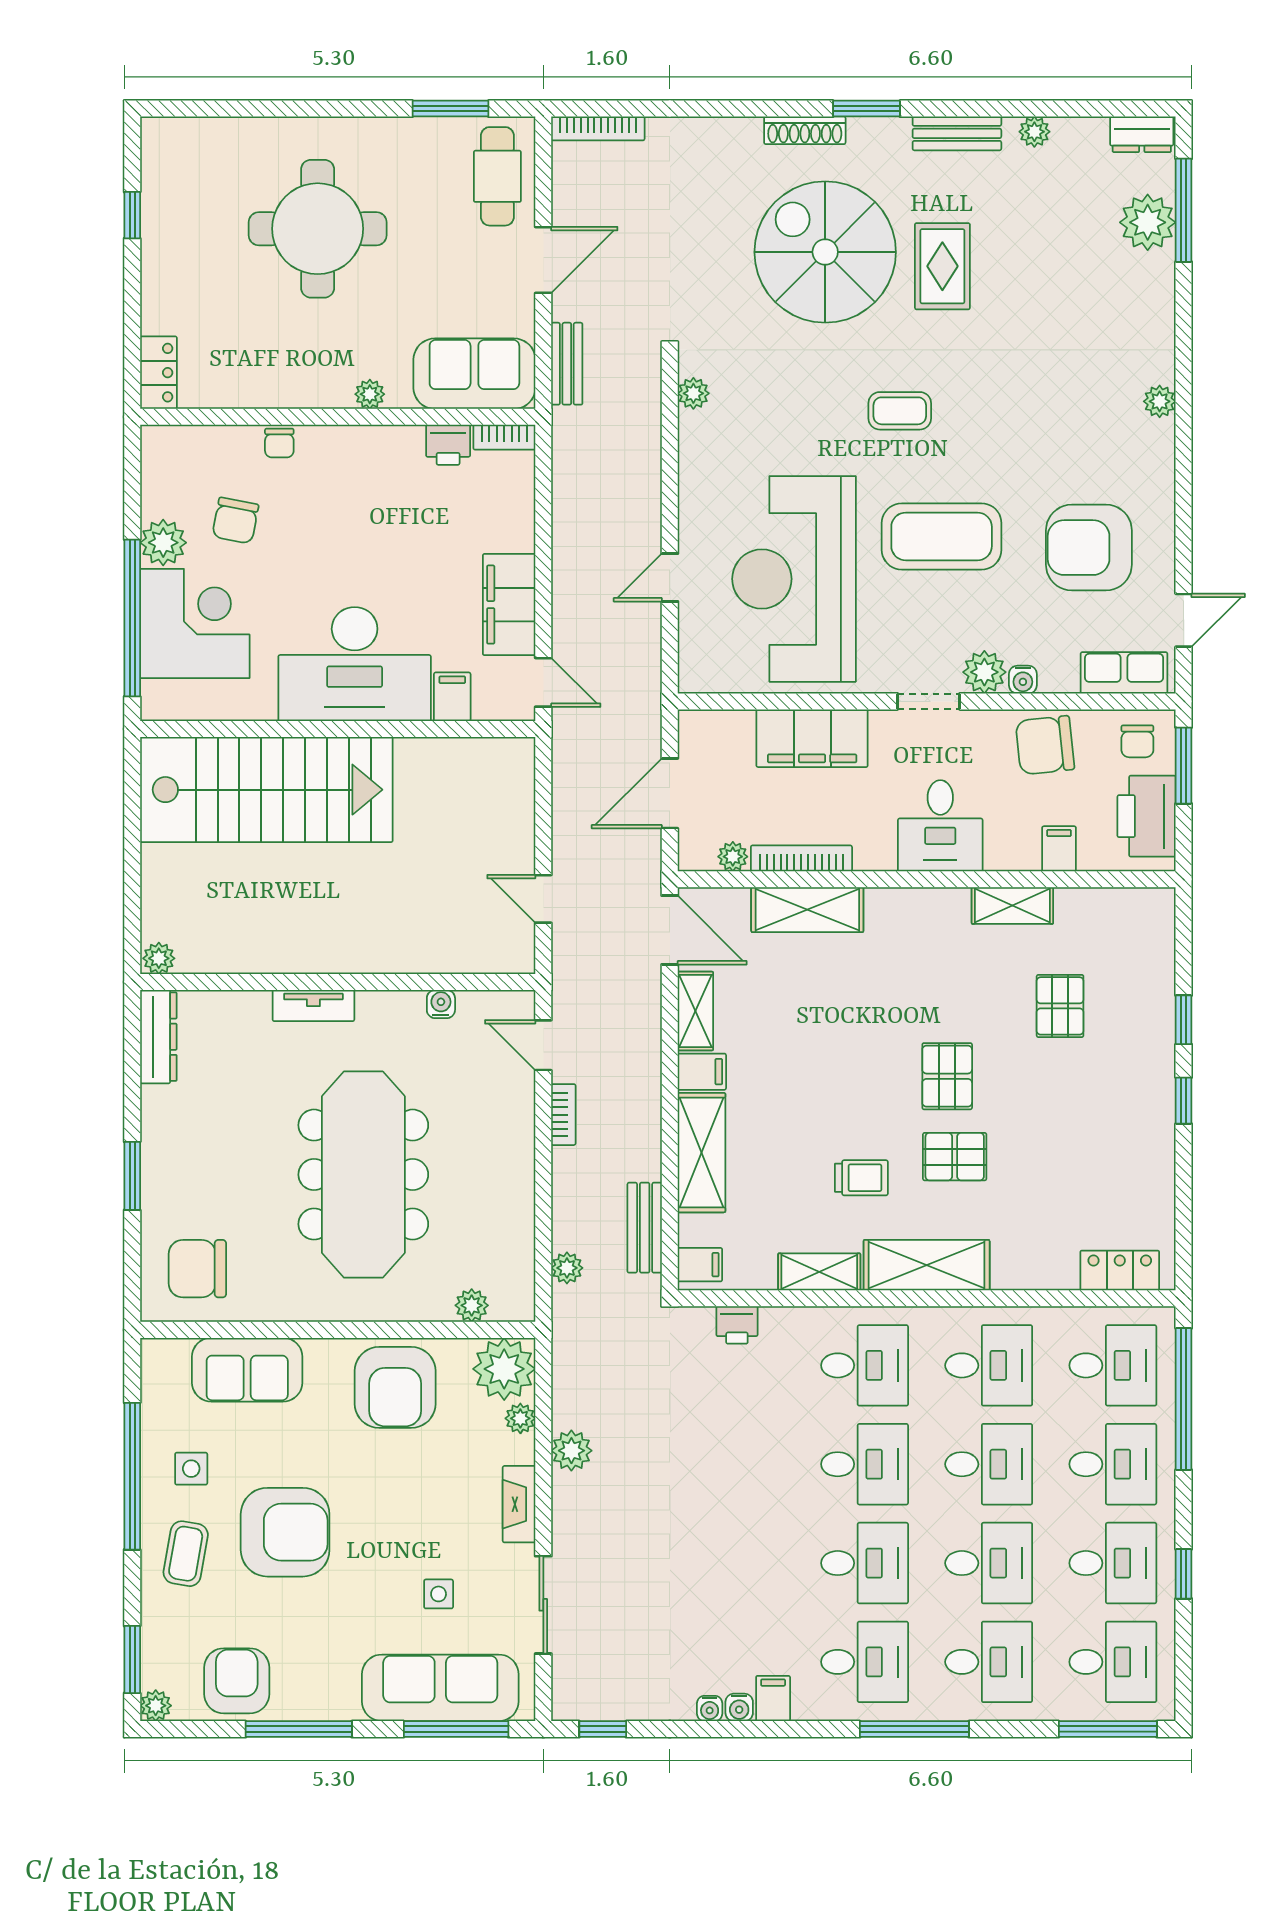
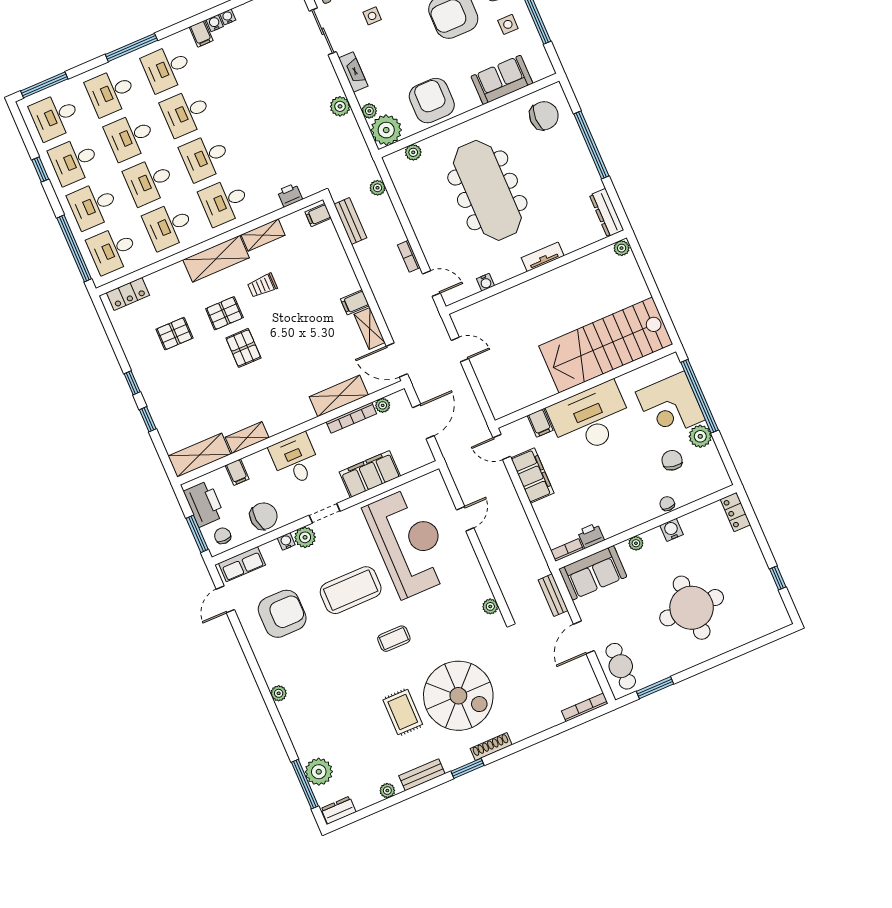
water cooler: (292, 391) -> (672, 530), added
pallet: (1060, 1006) -> (175, 334), moved, turned 90
shelving: (702, 1153) -> (199, 455), moved, turned 90
window: (132, 1176) -> (591, 145), width x2.11

